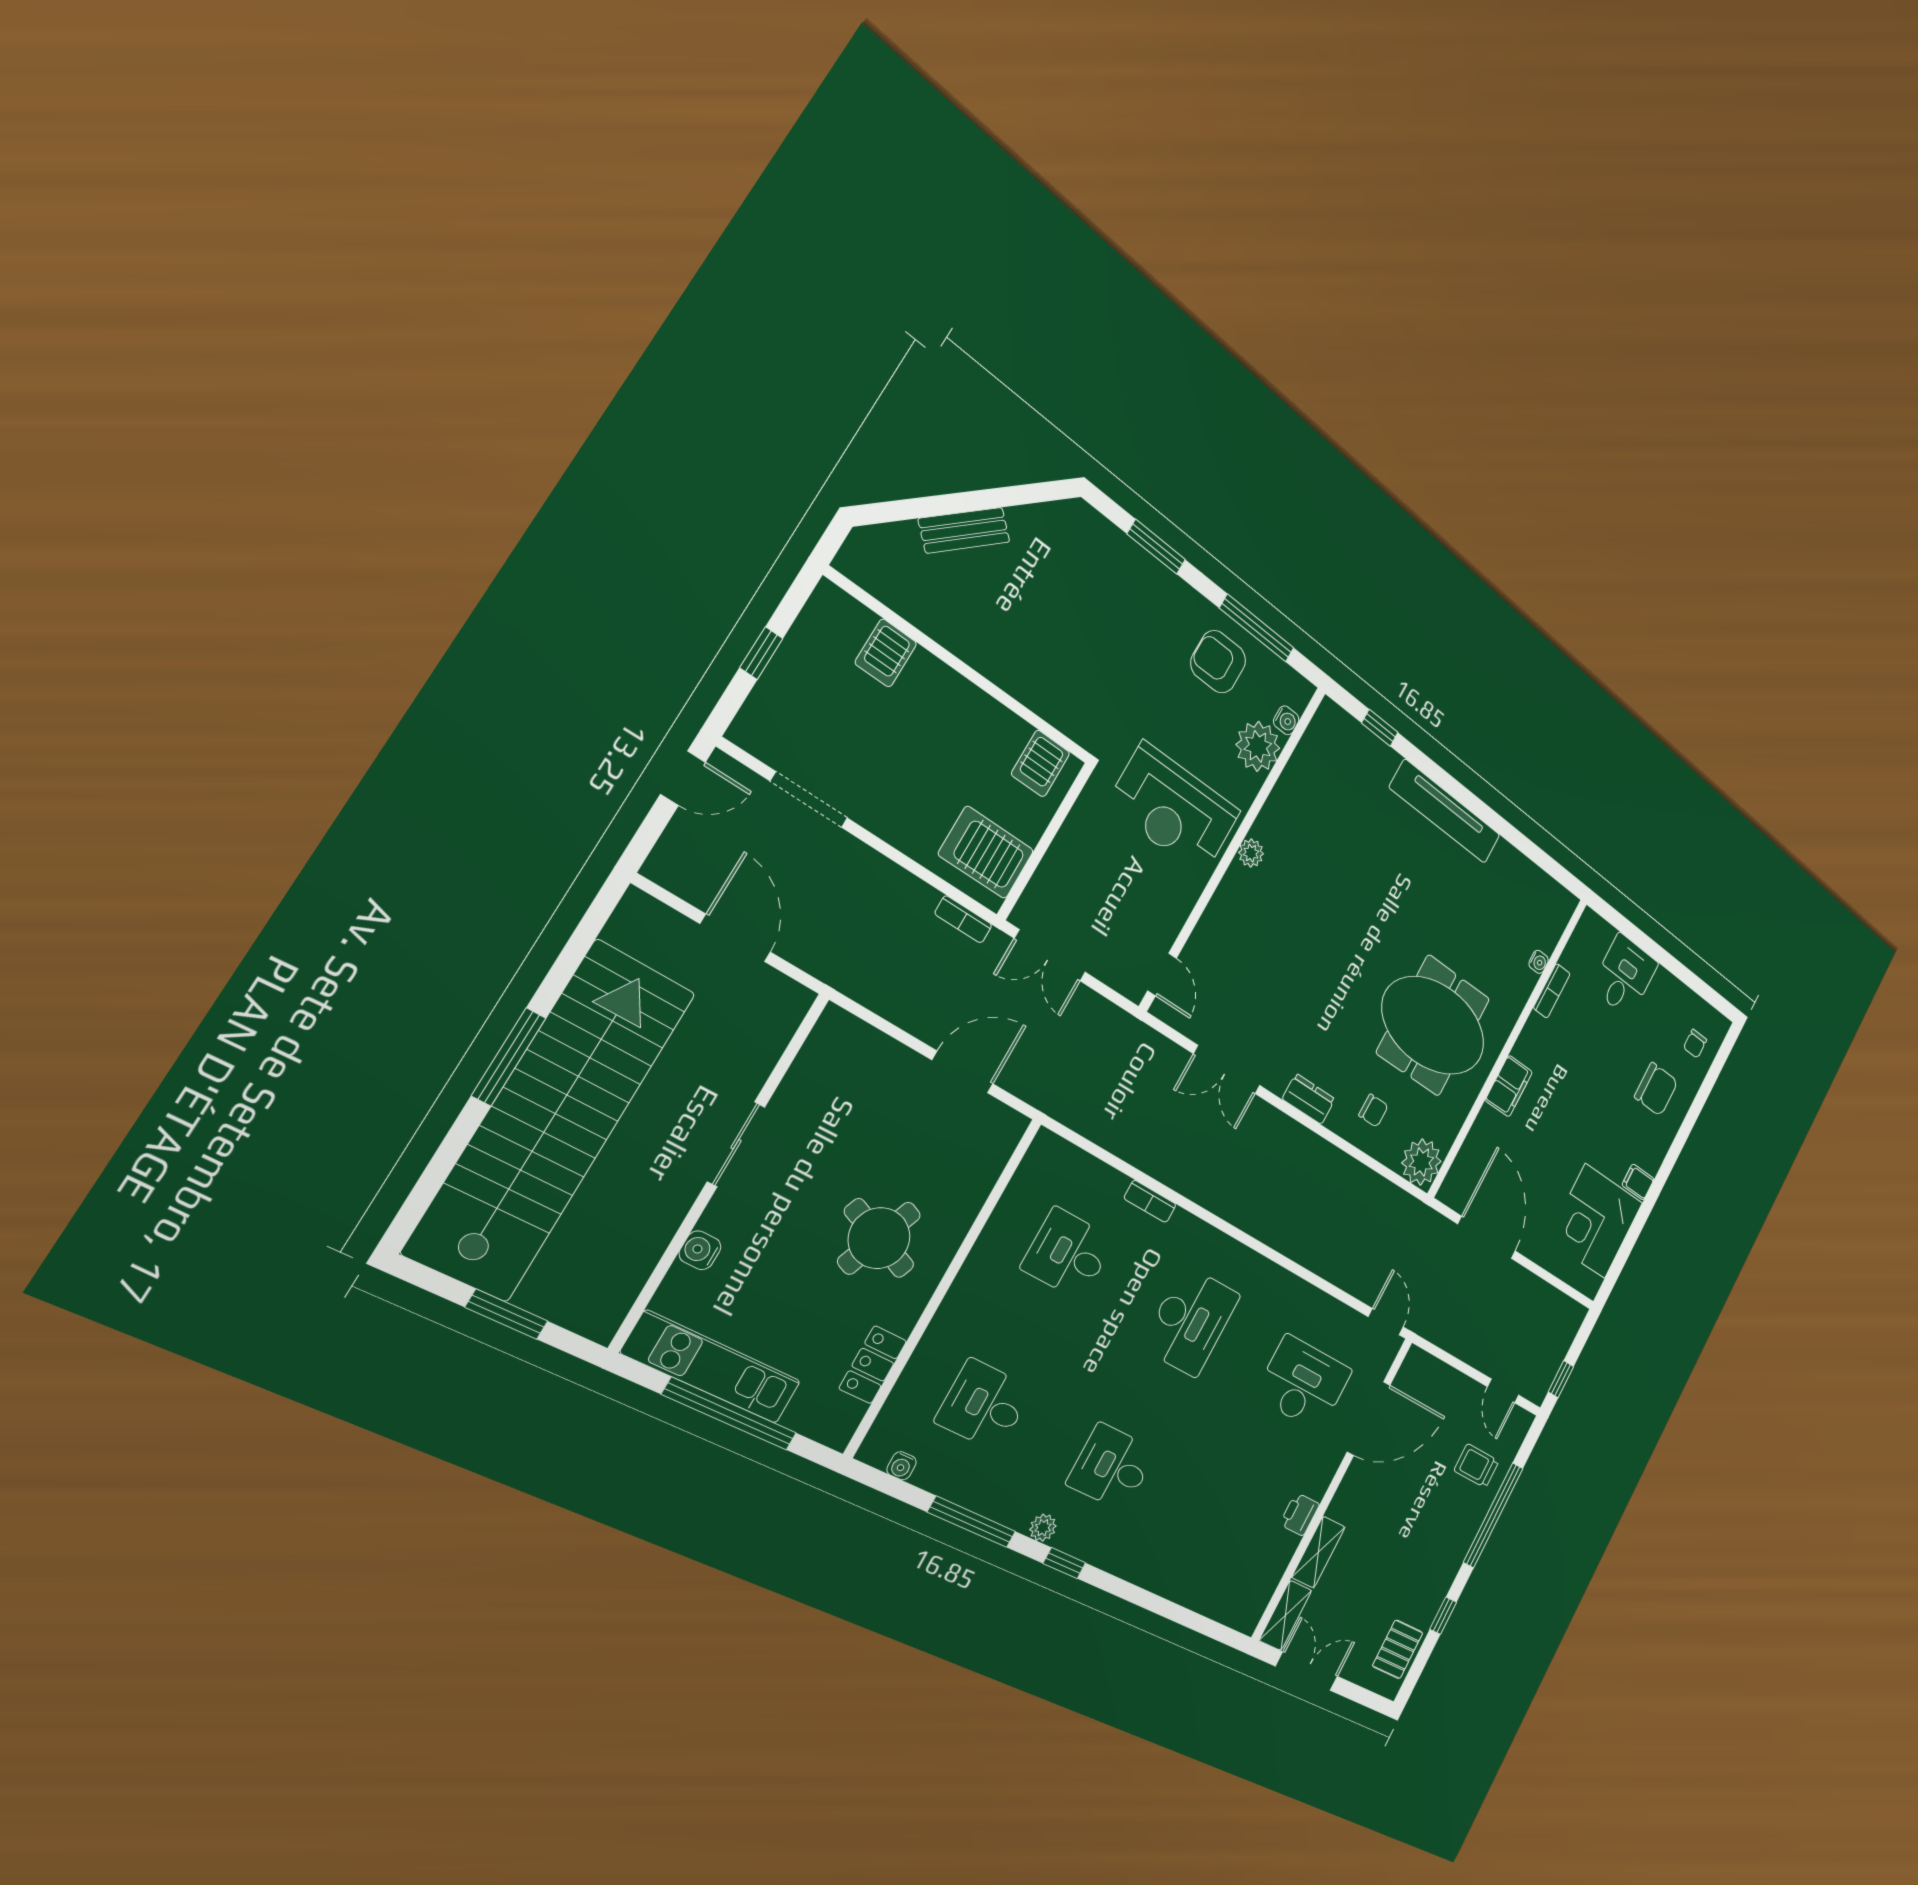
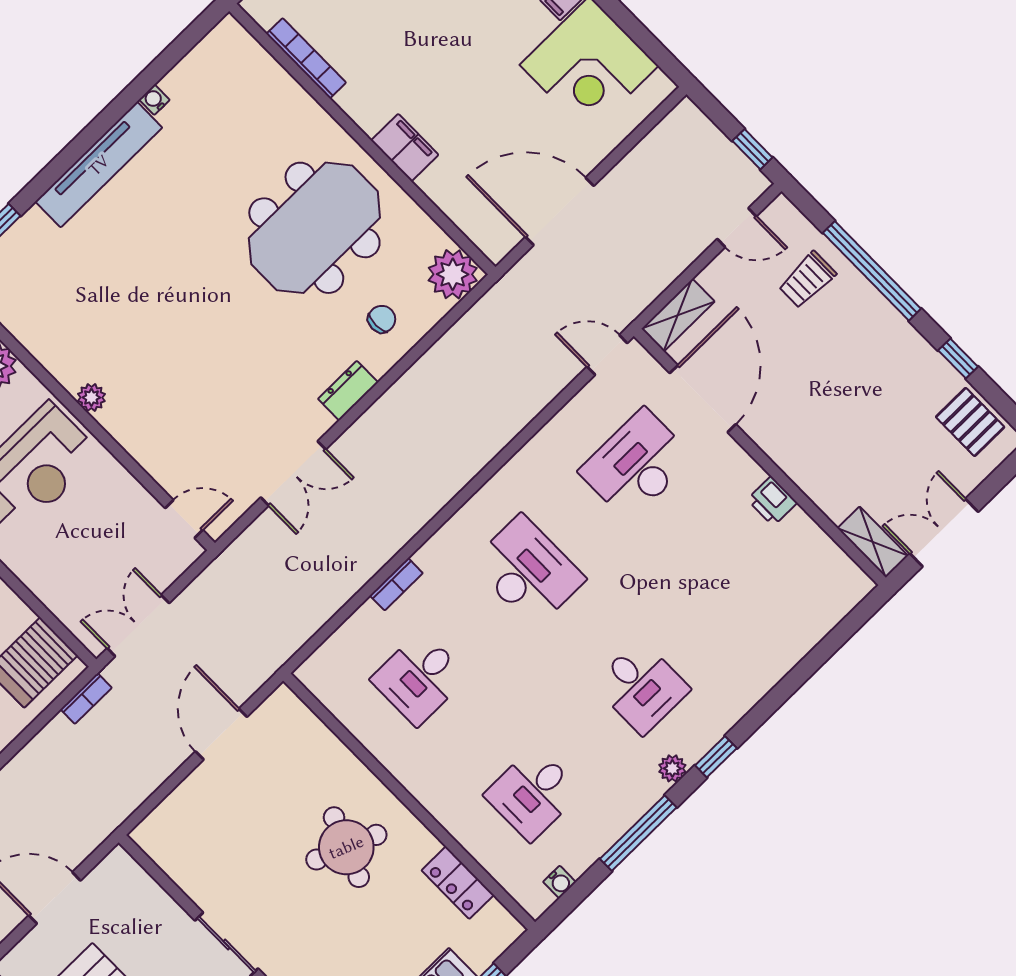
double door: (1050, 955) -> (138, 626), swing flipped
water cooler: (1539, 962) -> (154, 100), moved, turned -90
bookcase: (1552, 991) -> (306, 58), width x1.56
desk: (1112, 1467) -> (641, 687), turned -90
shelving: (1318, 1552) -> (678, 315), moved, turned 90

